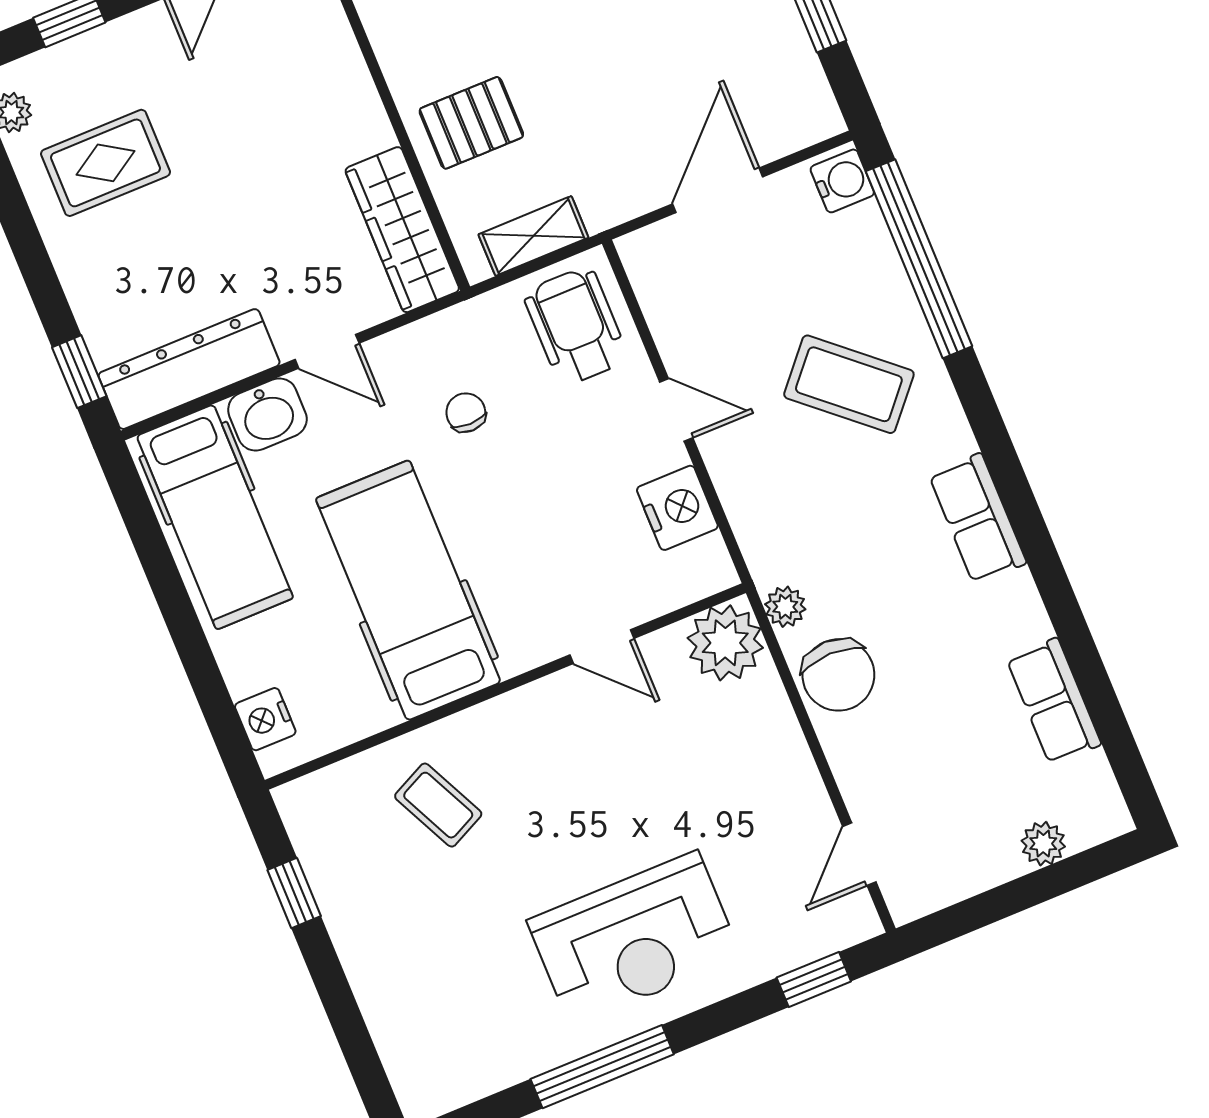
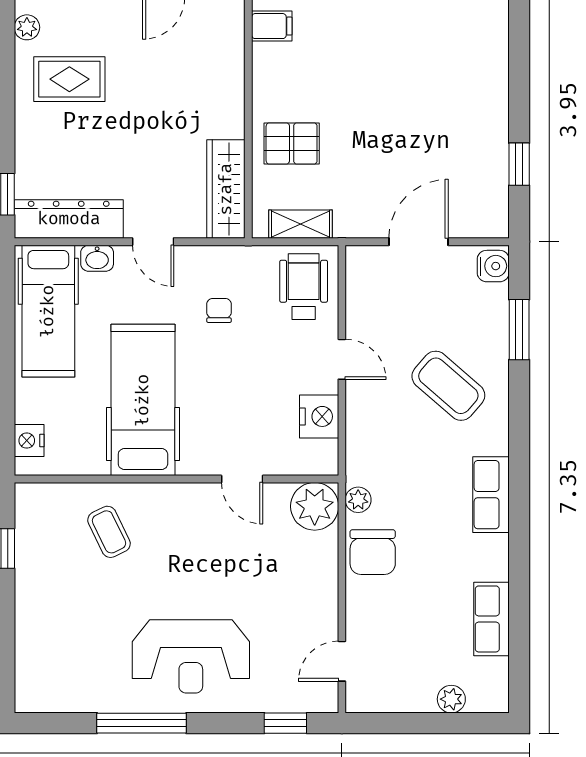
window: (919, 259) -> (519, 330), width x0.47
washbasin: (267, 414) -> (97, 258), width x0.72, depth x0.69

